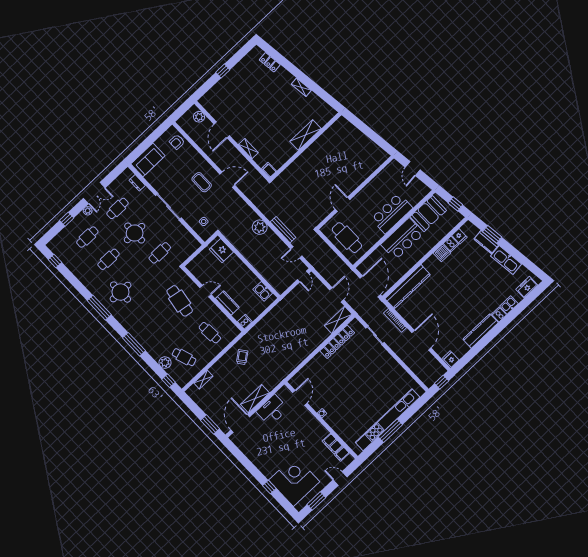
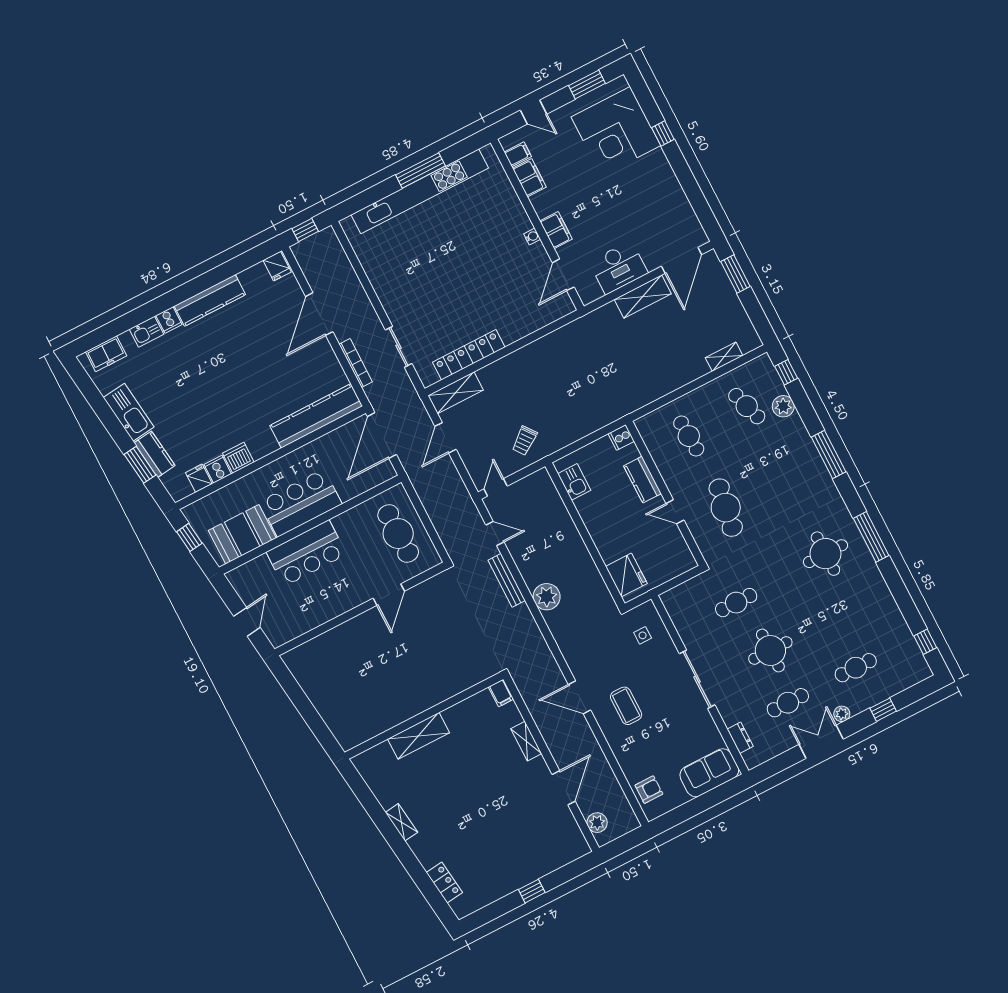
cafe table: (108, 259) -> (830, 618), removed
trolley: (242, 357) -> (524, 441), moved
filing cabinet: (310, 420) -> (556, 230), added

